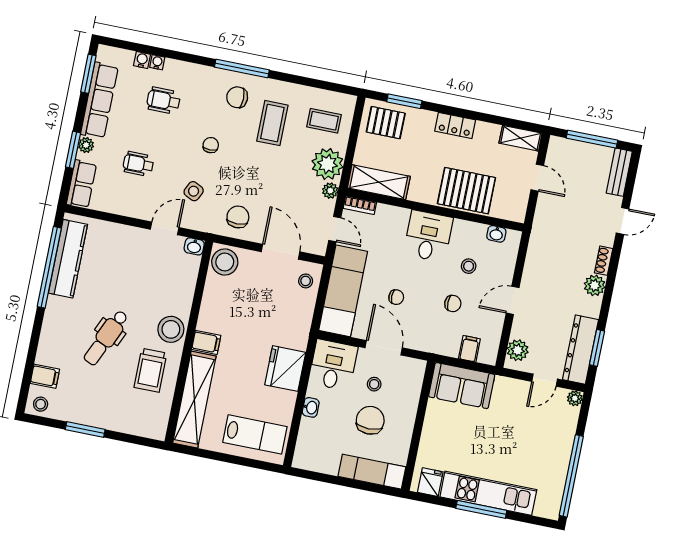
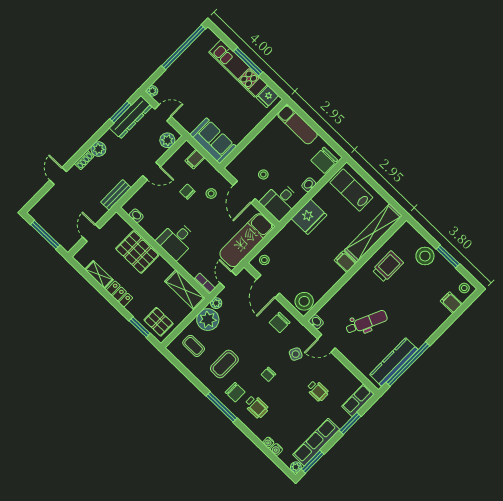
wheelchair: (163, 100) -> (256, 407), moved
shelving: (521, 138) -> (99, 275), moved
plant: (86, 145) -> (296, 467), moved
bench: (619, 172) -> (116, 195), moved
door: (623, 221) -> (58, 176), hinge flipped
stool: (469, 266) -> (211, 193), moved
chair: (396, 297) -> (218, 217), removed
stool: (171, 329) -> (425, 256), moved
dental chair: (106, 338) -> (367, 322), moved
chair: (370, 420) -> (324, 160), moved

